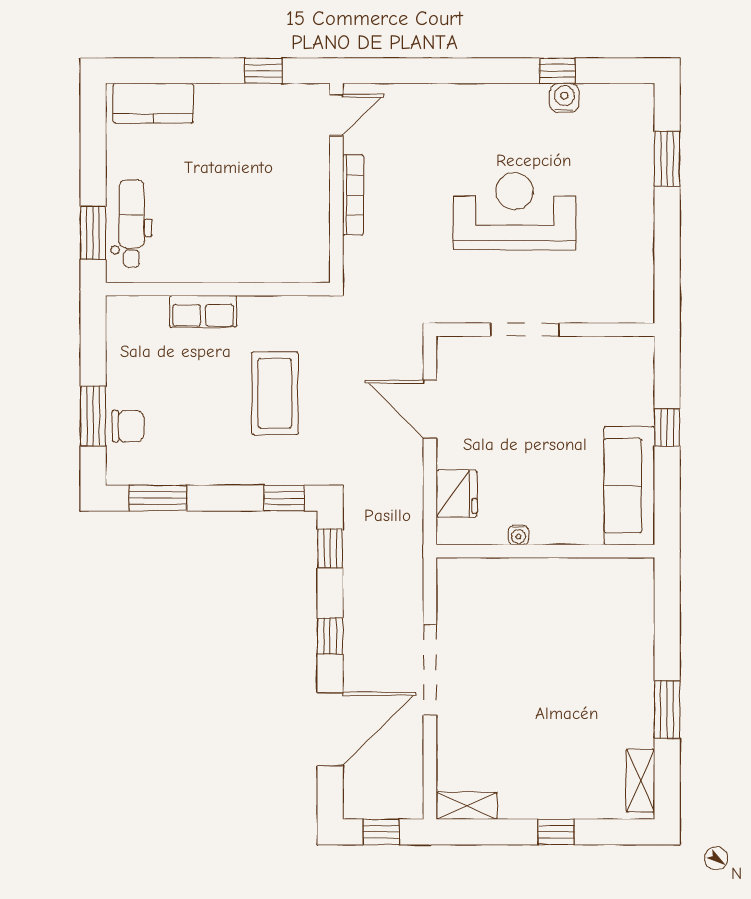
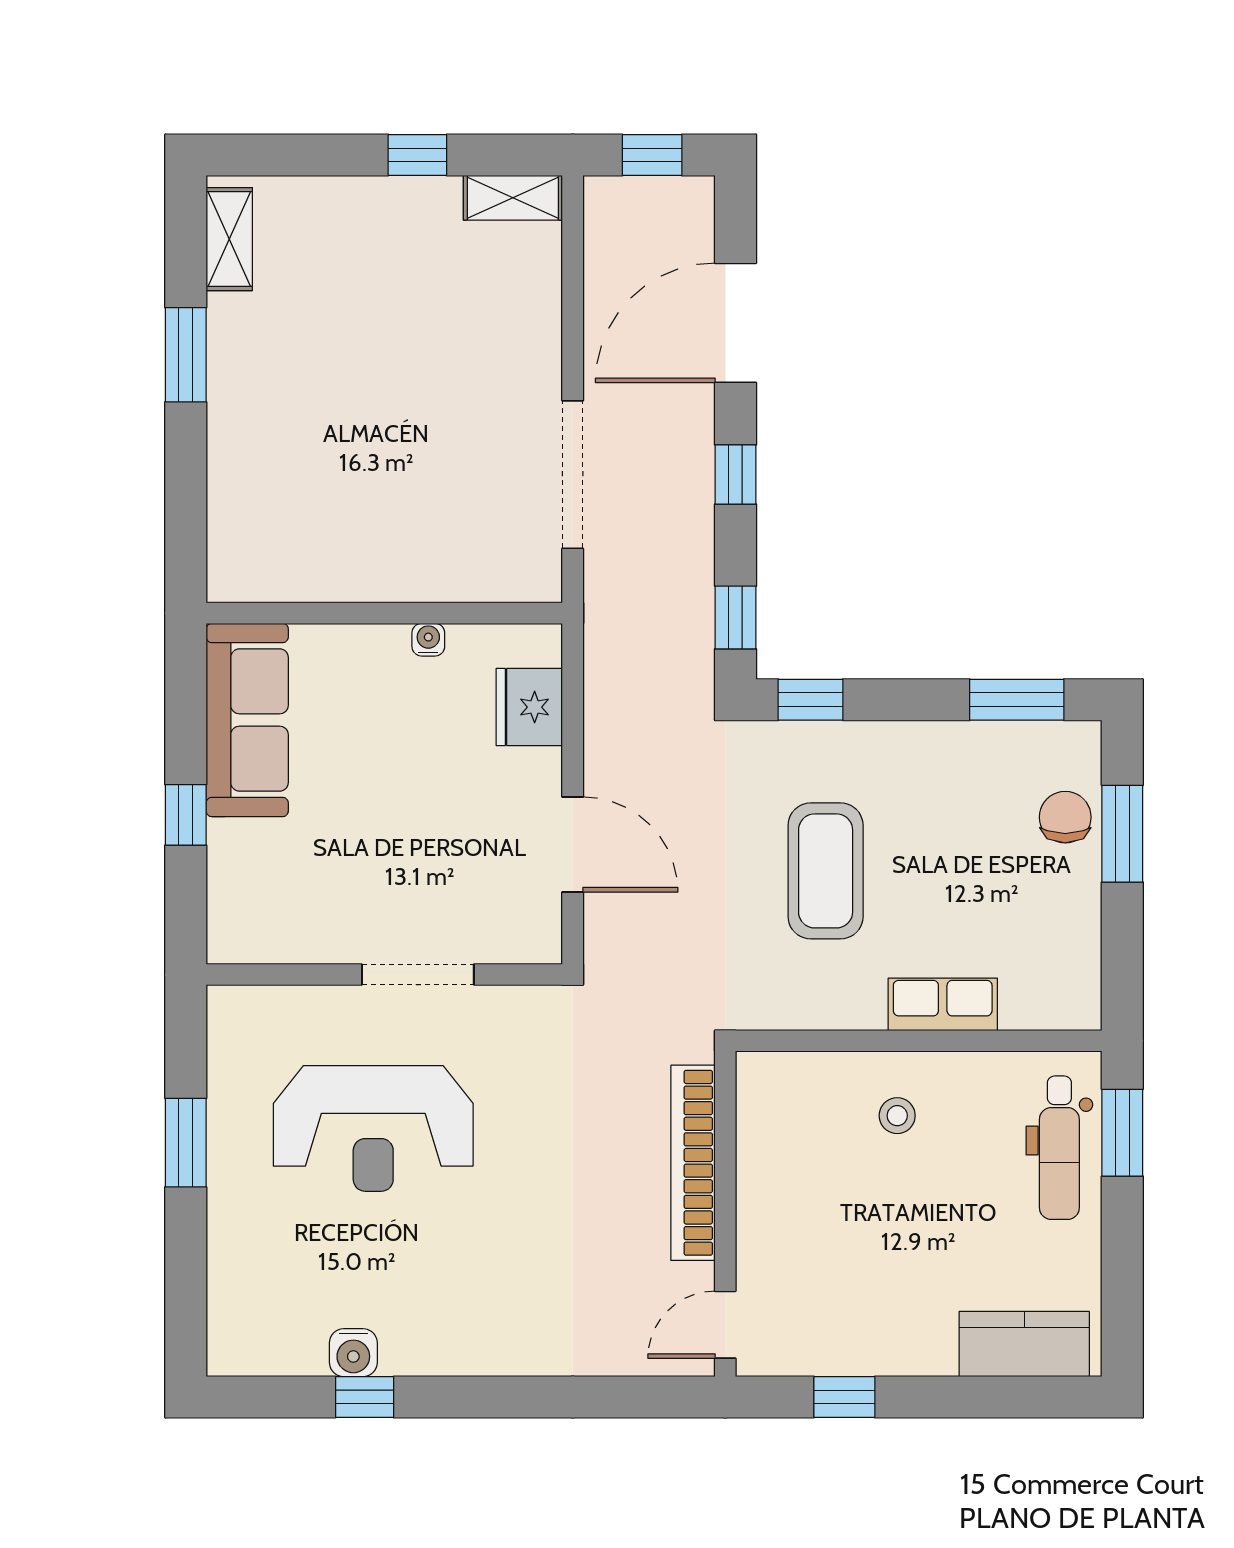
window: (667, 159) -> (186, 1143), moved
bookcase: (353, 195) -> (693, 1163), width x1.48, depth x1.31
reception desk: (514, 211) -> (373, 1128), moved
stool: (231, 243) -> (897, 1116), added
chair: (128, 426) -> (1065, 817), turned 90
doorway: (430, 670) -> (573, 475), moved
window: (556, 832) -> (417, 155), moved

